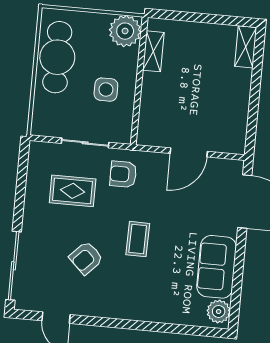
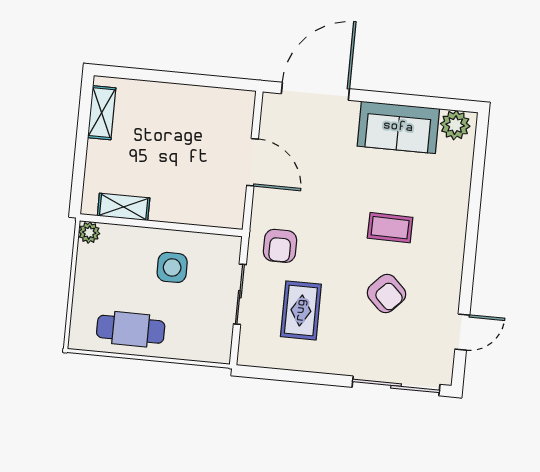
plant: (125, 31) -> (89, 233), width x0.53, depth x0.53
shelving: (246, 47) -> (102, 113), moved, turned 90
cafe table: (57, 57) -> (131, 329), width x0.73, depth x0.74
coffee table: (138, 239) -> (390, 228), moved

